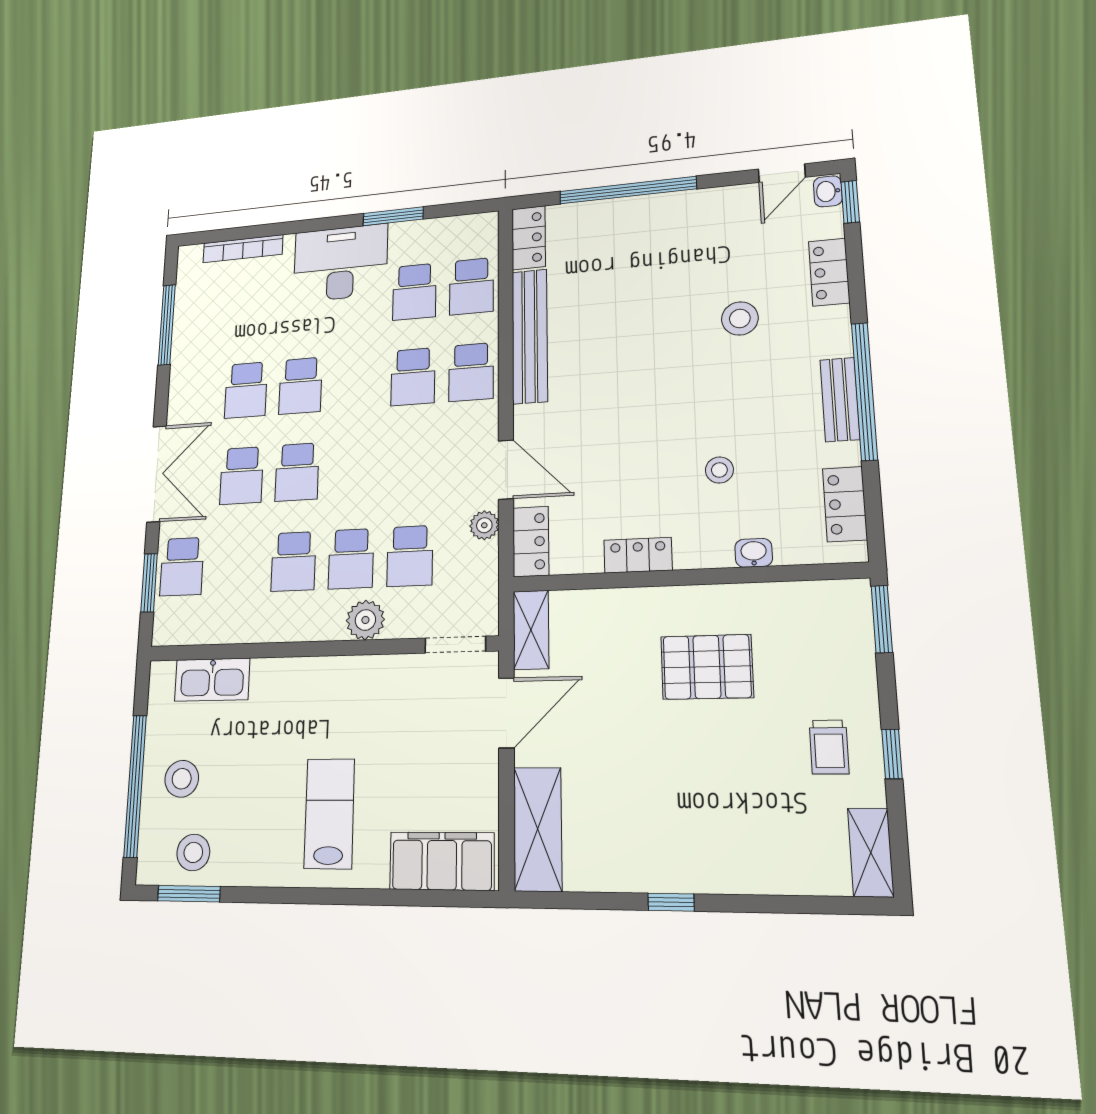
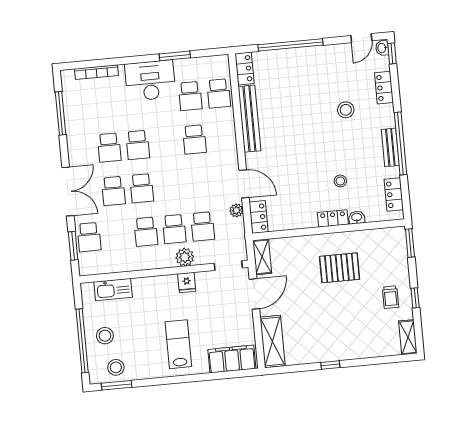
school desk: (471, 372) -> (223, 137), removed
locker: (638, 555) -> (333, 218), moved
fridge: (363, 676) -> (187, 283), added

